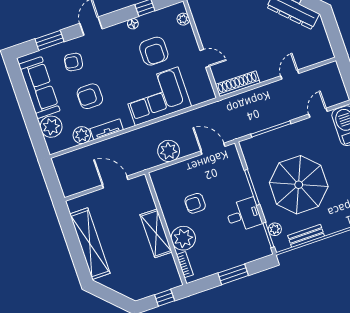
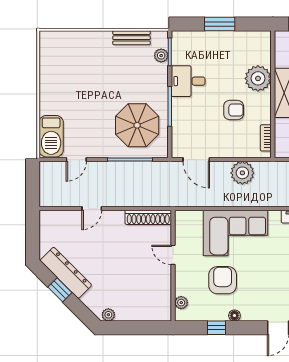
parasol: (299, 185) -> (137, 125), moved, width x0.73, depth x0.73
bookcase: (185, 265) -> (266, 138), moved

